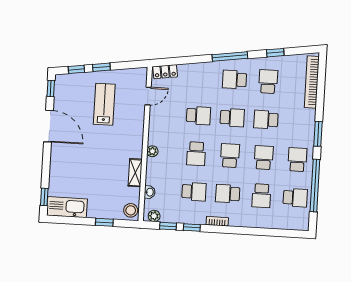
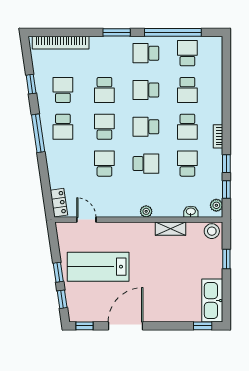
school desk: (268, 82) -> (63, 90), turned 90
lab bench: (104, 104) -> (98, 267), width x1.36, depth x1.39
school desk: (261, 196) -> (187, 90), turned 90

